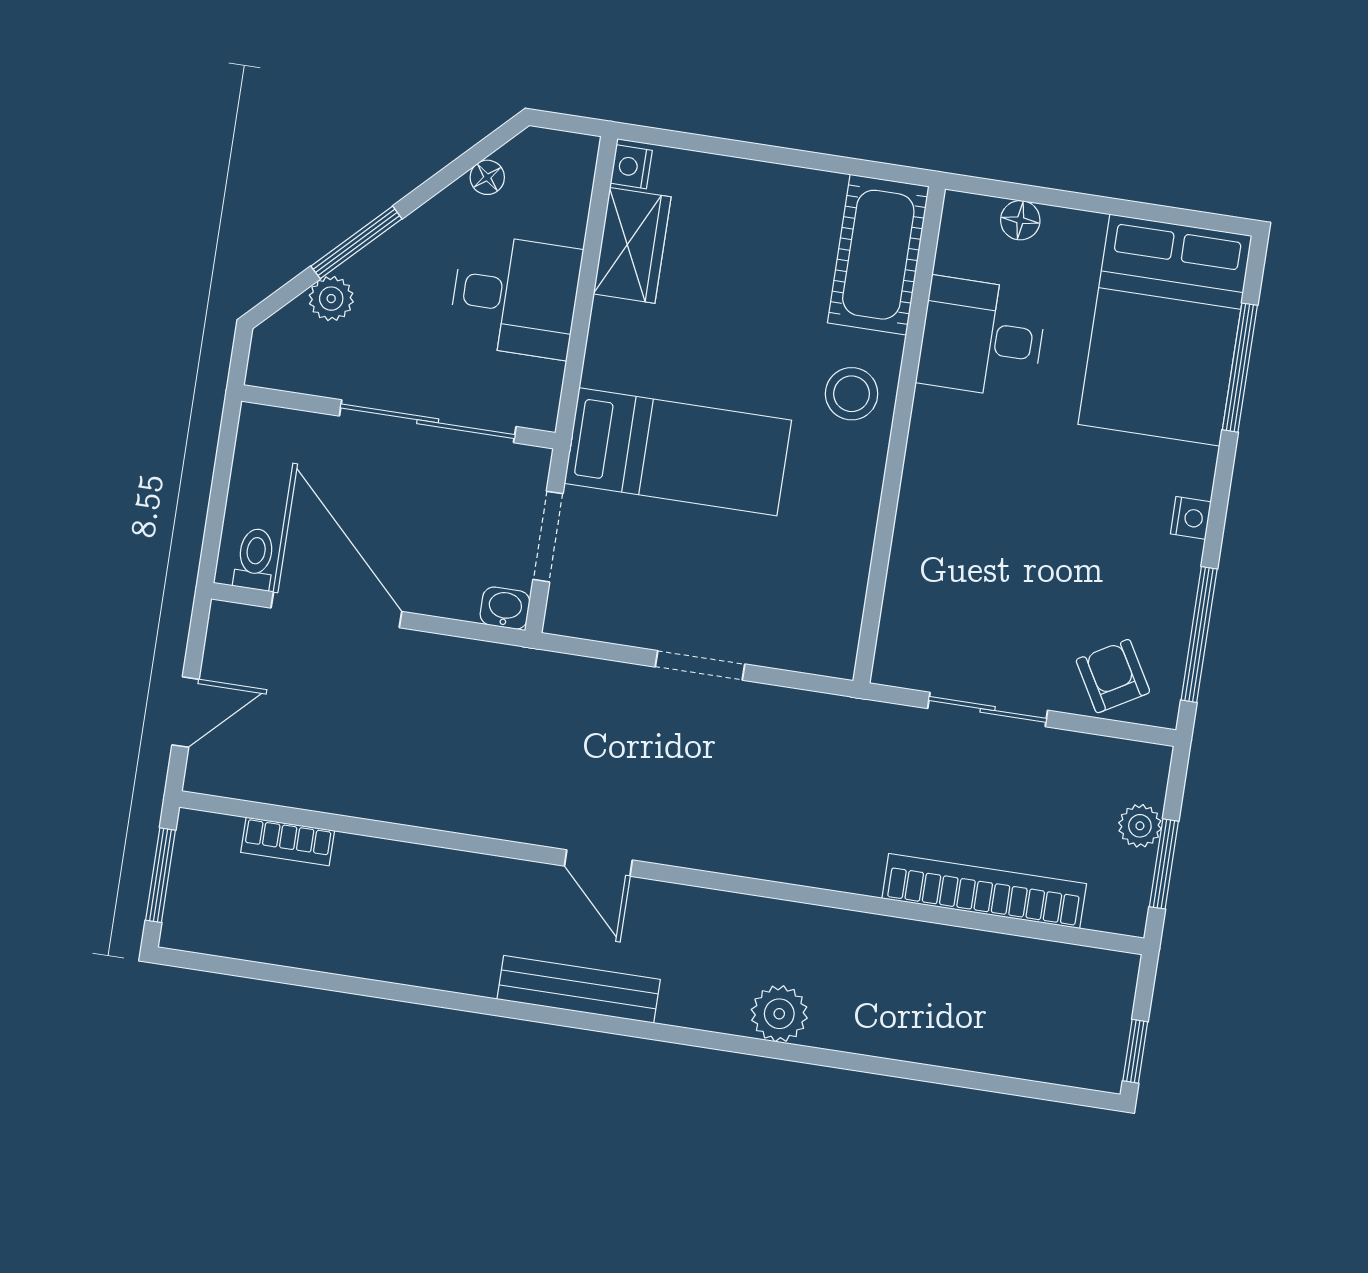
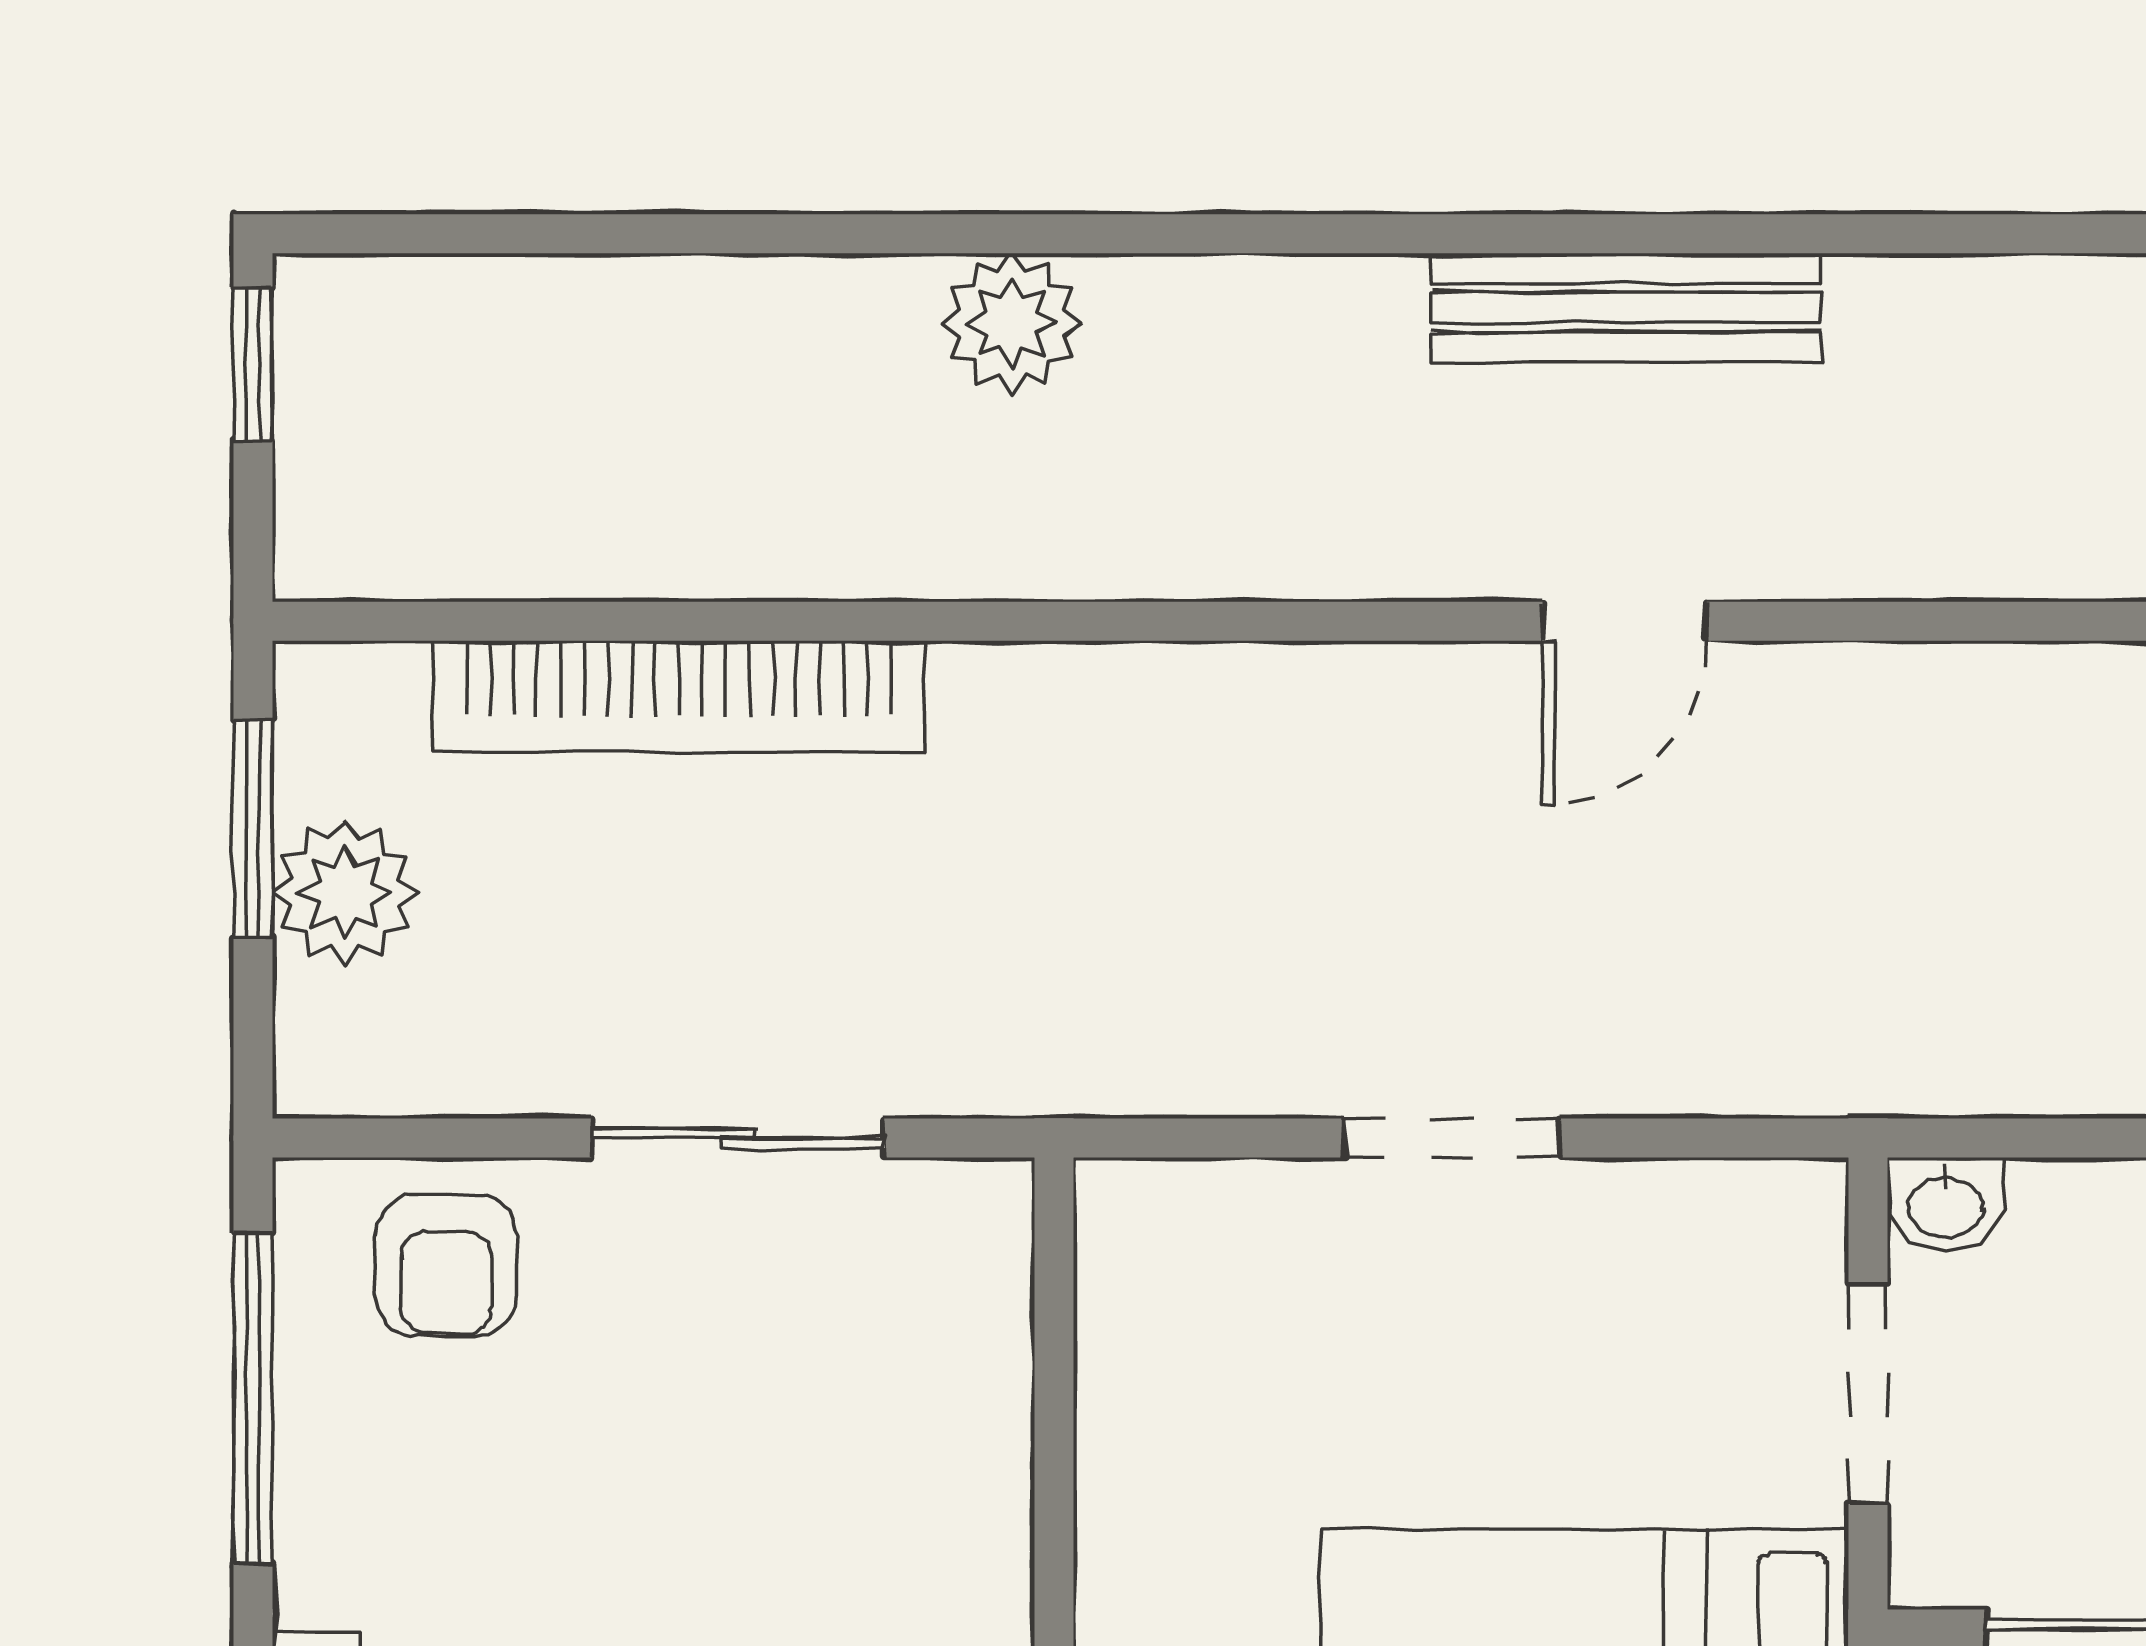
armchair: (1113, 676) -> (446, 1266), turned 30
plant: (1140, 826) -> (345, 892), width x1.38, depth x1.38
door: (598, 863) -> (1625, 621), swing flipped
plant: (779, 1014) -> (1011, 323), moved

